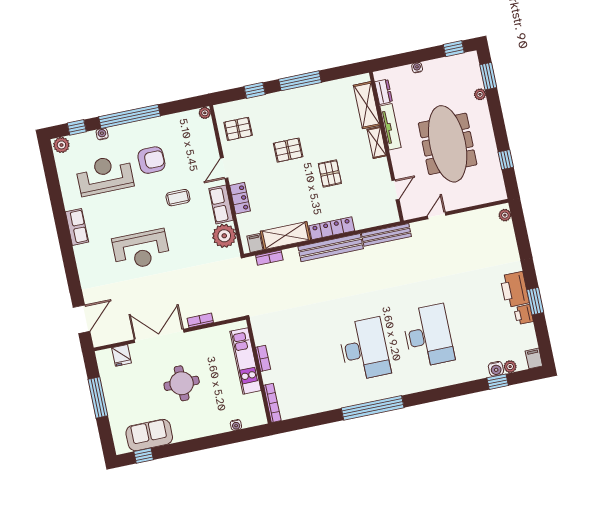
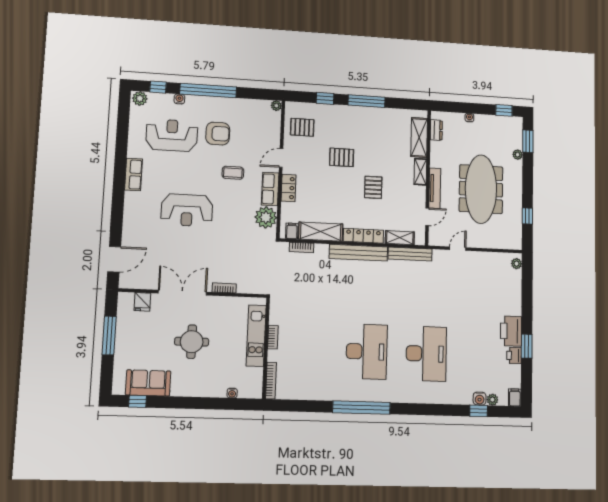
tv unit: (390, 127) -> (435, 188), moved
shelving: (371, 220) -> (400, 238), added

